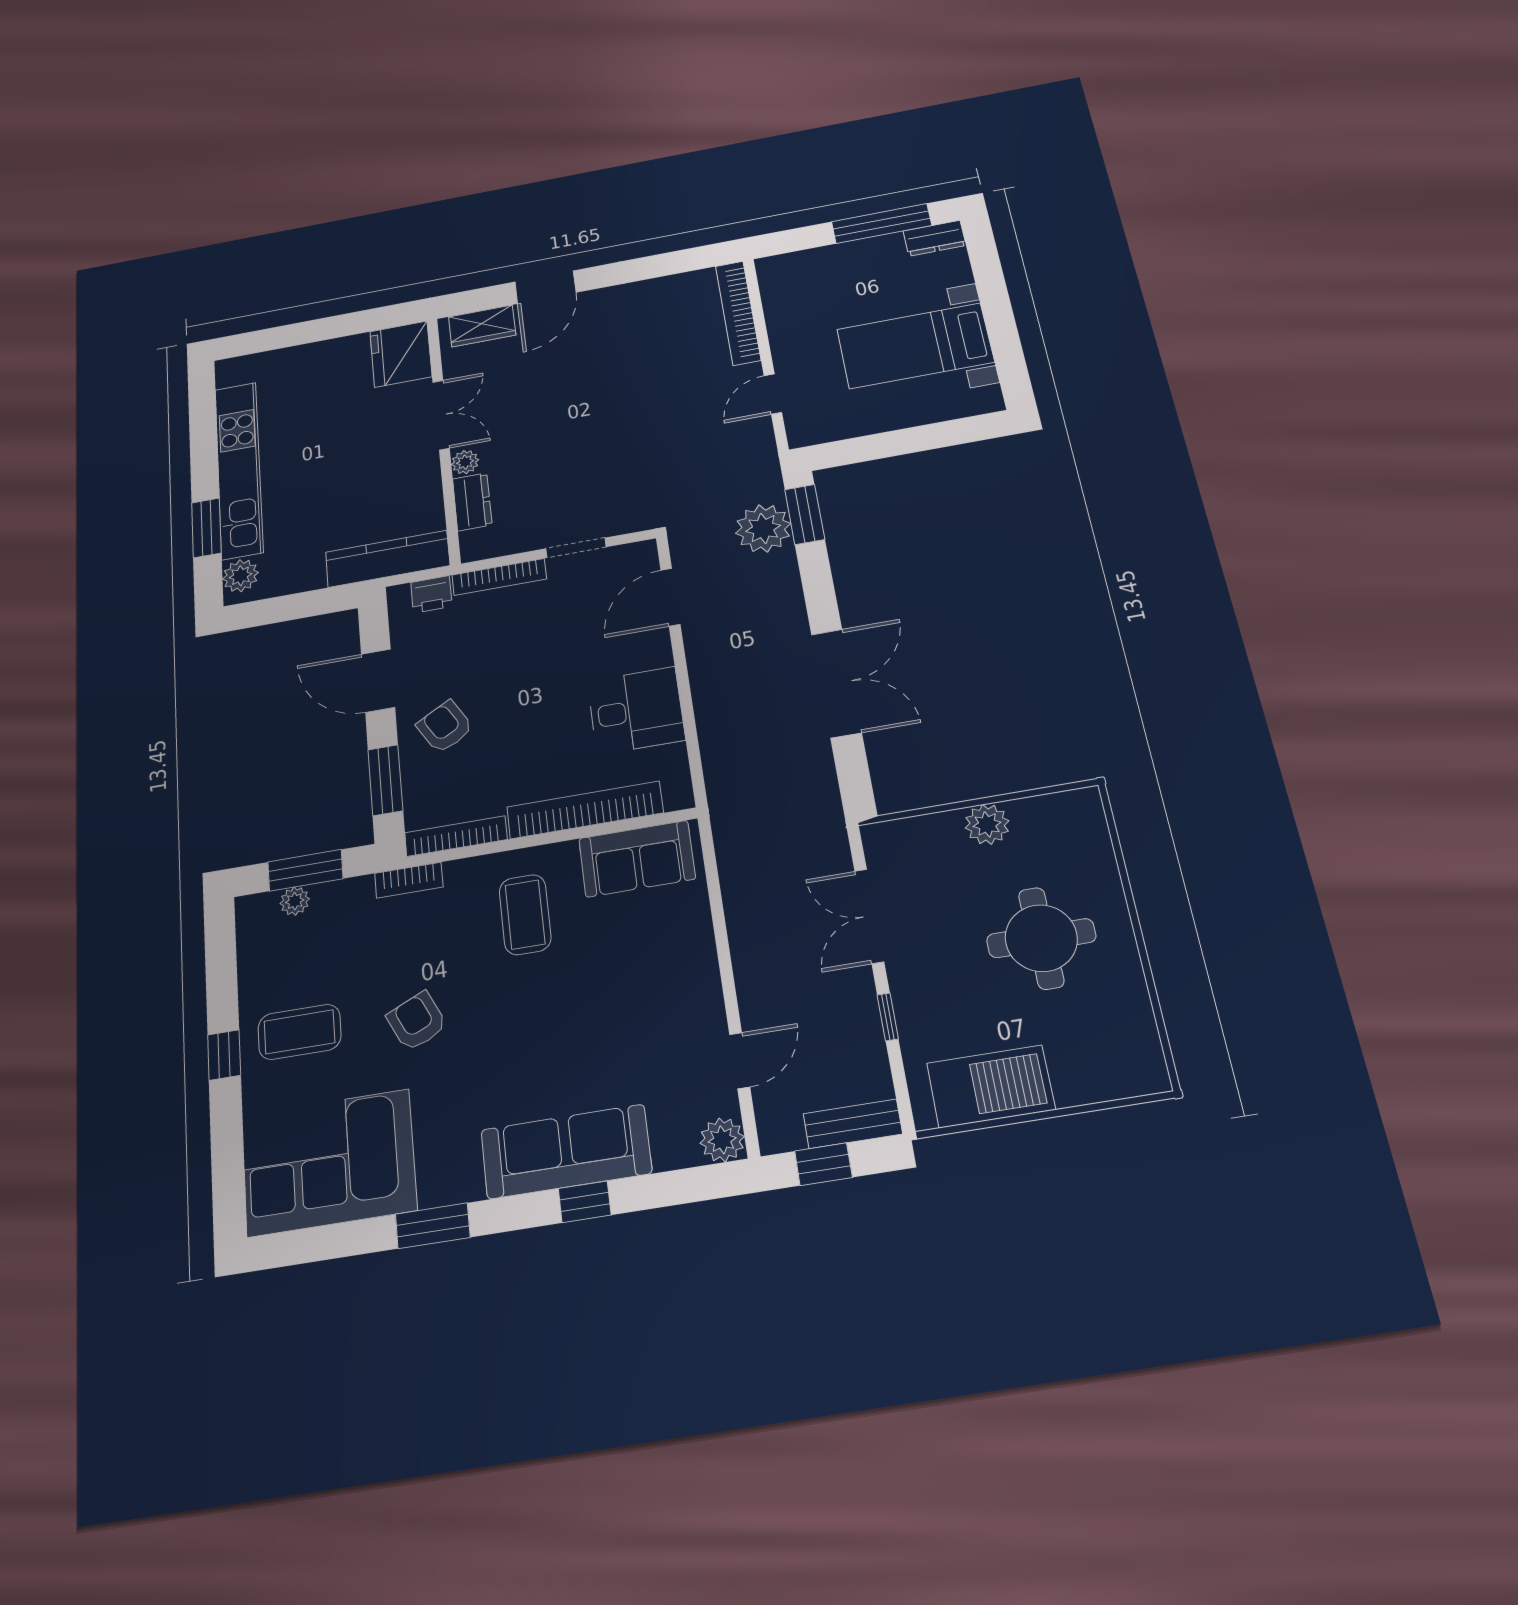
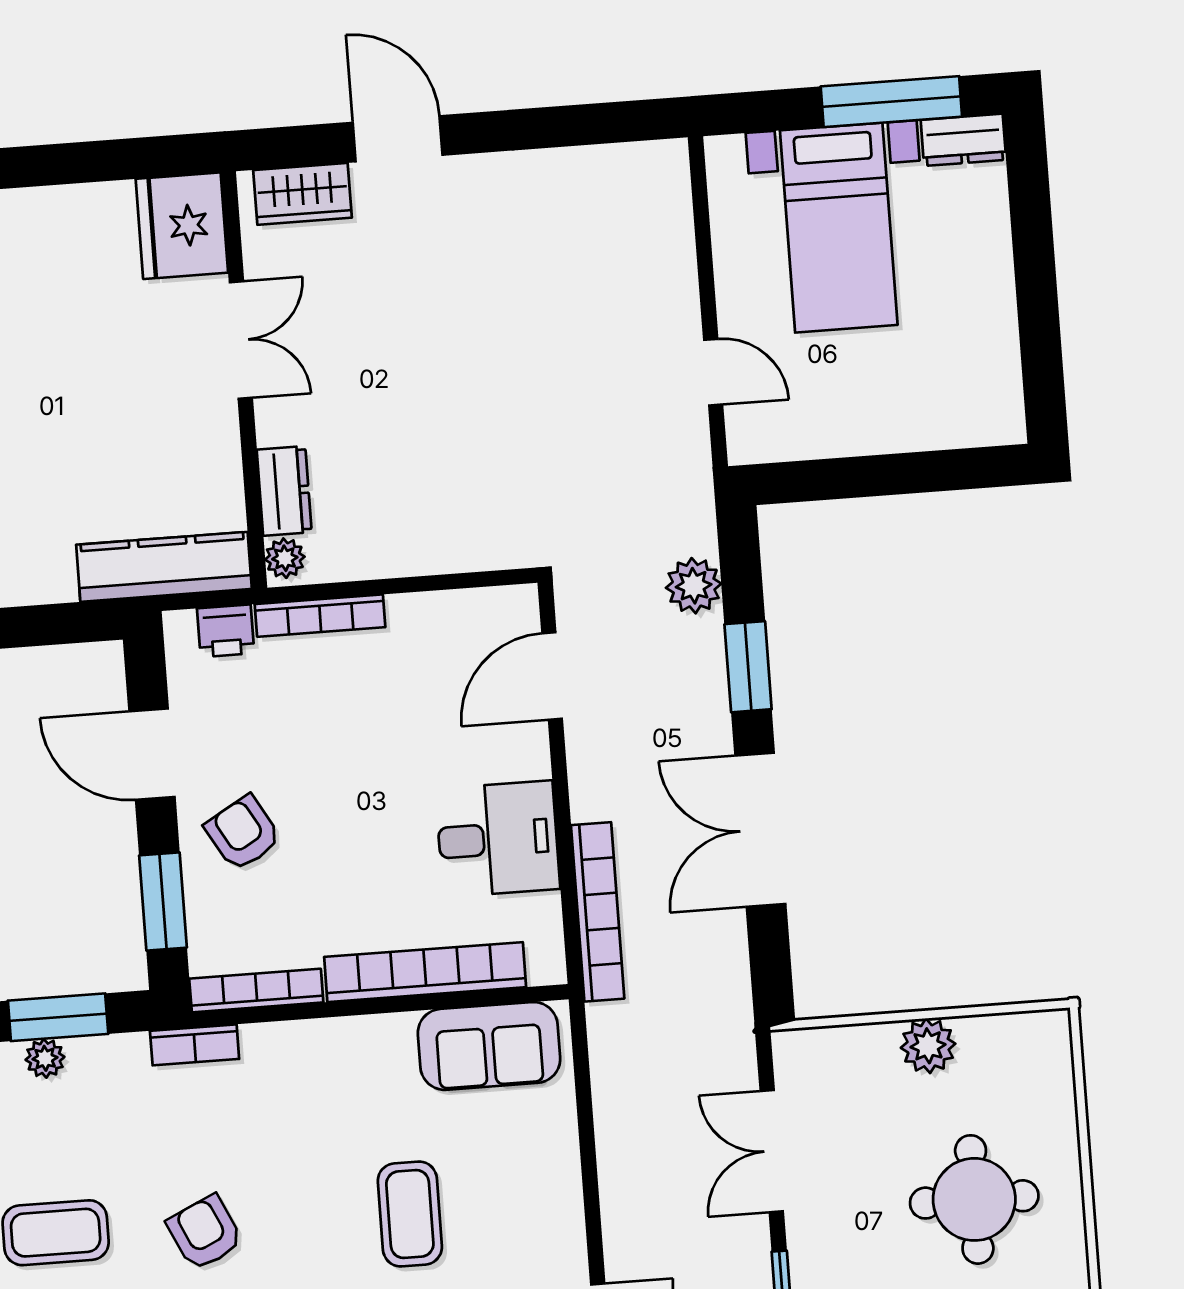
door: (545, 287) -> (398, 139), swing flipped
bookcase: (738, 313) -> (598, 912), moved, turned 180
bed with nightstands: (915, 346) -> (839, 228), moved, turned -90
door: (773, 394) -> (713, 372), swing flipped
plant: (465, 462) -> (285, 558), moved
window: (805, 514) -> (748, 667), moved
plant: (763, 528) -> (694, 586), width x0.73, depth x0.73
doorway: (576, 548) -> (427, 583), removed
double door: (836, 683) -> (760, 830), swing flipped
coffee table: (525, 915) -> (410, 1214), moved

